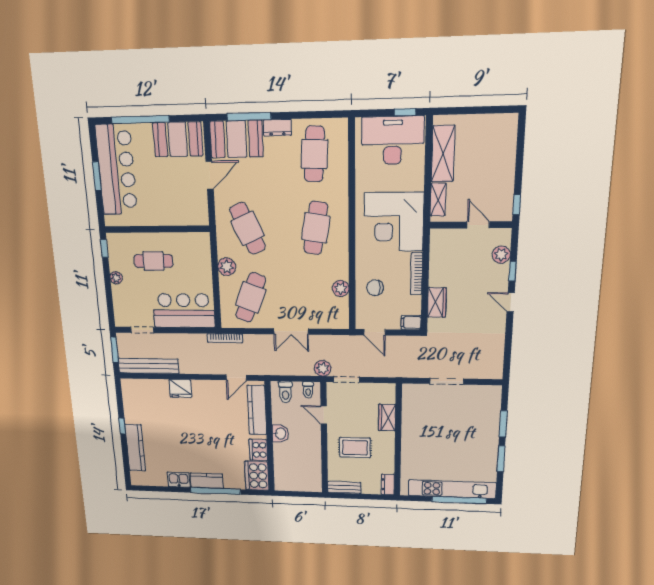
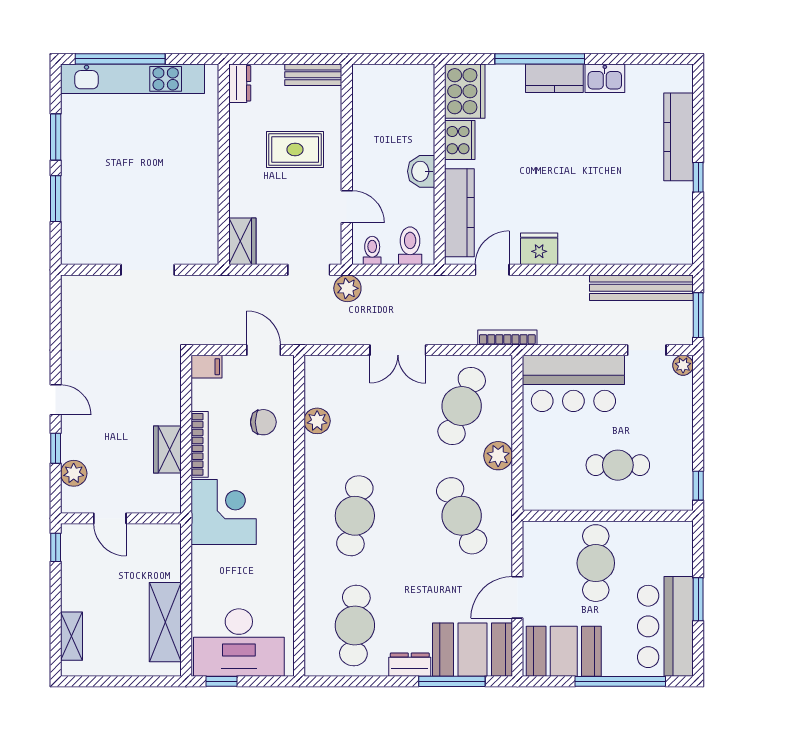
bar counter: (116, 170) -> (665, 626), width x0.73
cafe table: (162, 199) -> (596, 563), added
shelving: (438, 200) -> (71, 636), moved
corner desk: (394, 222) -> (224, 512), width x0.74, depth x0.74
plant: (116, 278) -> (683, 365), moved
wardrobe: (437, 302) -> (167, 450), moved
double door: (291, 331) -> (398, 350), swing flipped
fridge: (180, 388) -> (539, 249), moved
wardrobe: (387, 418) -> (242, 241), moved

